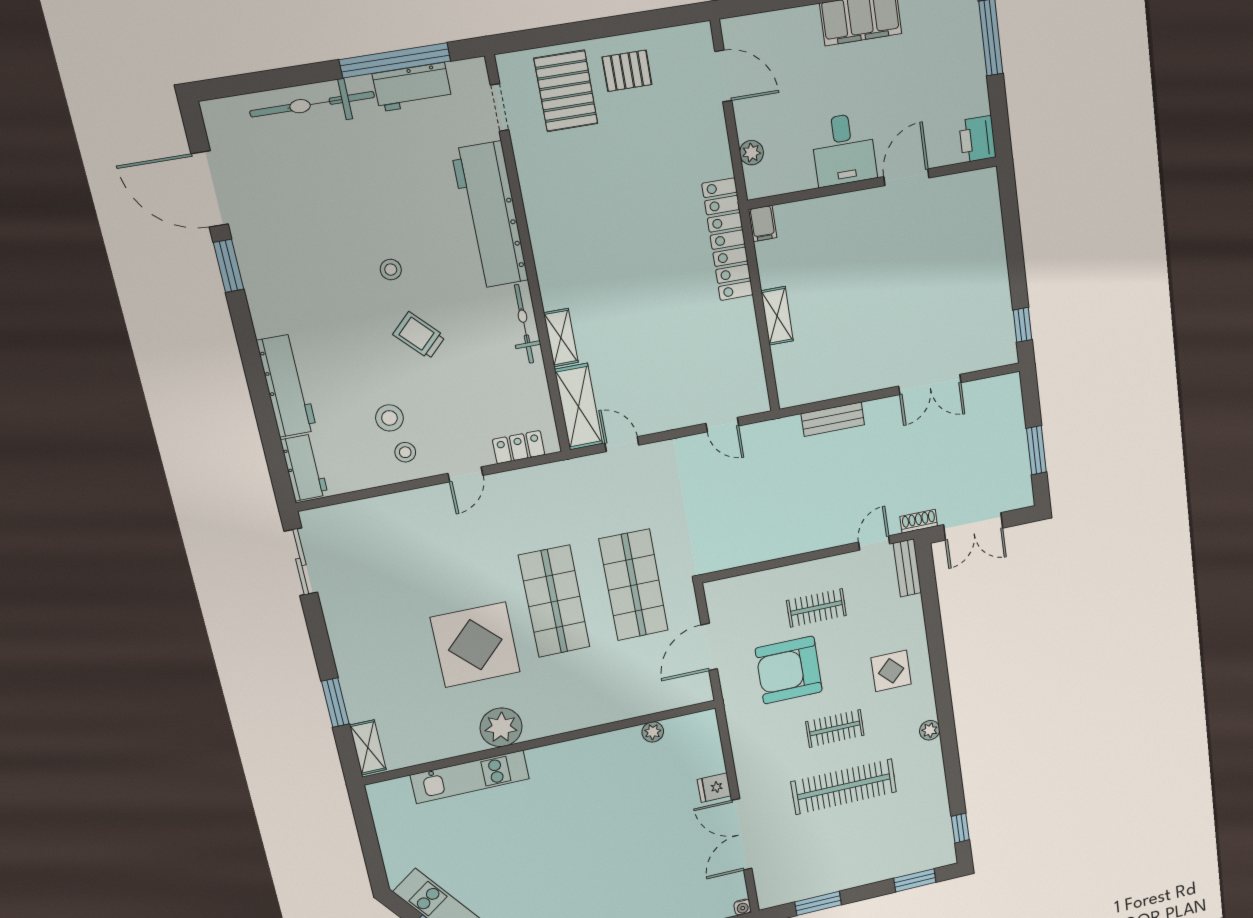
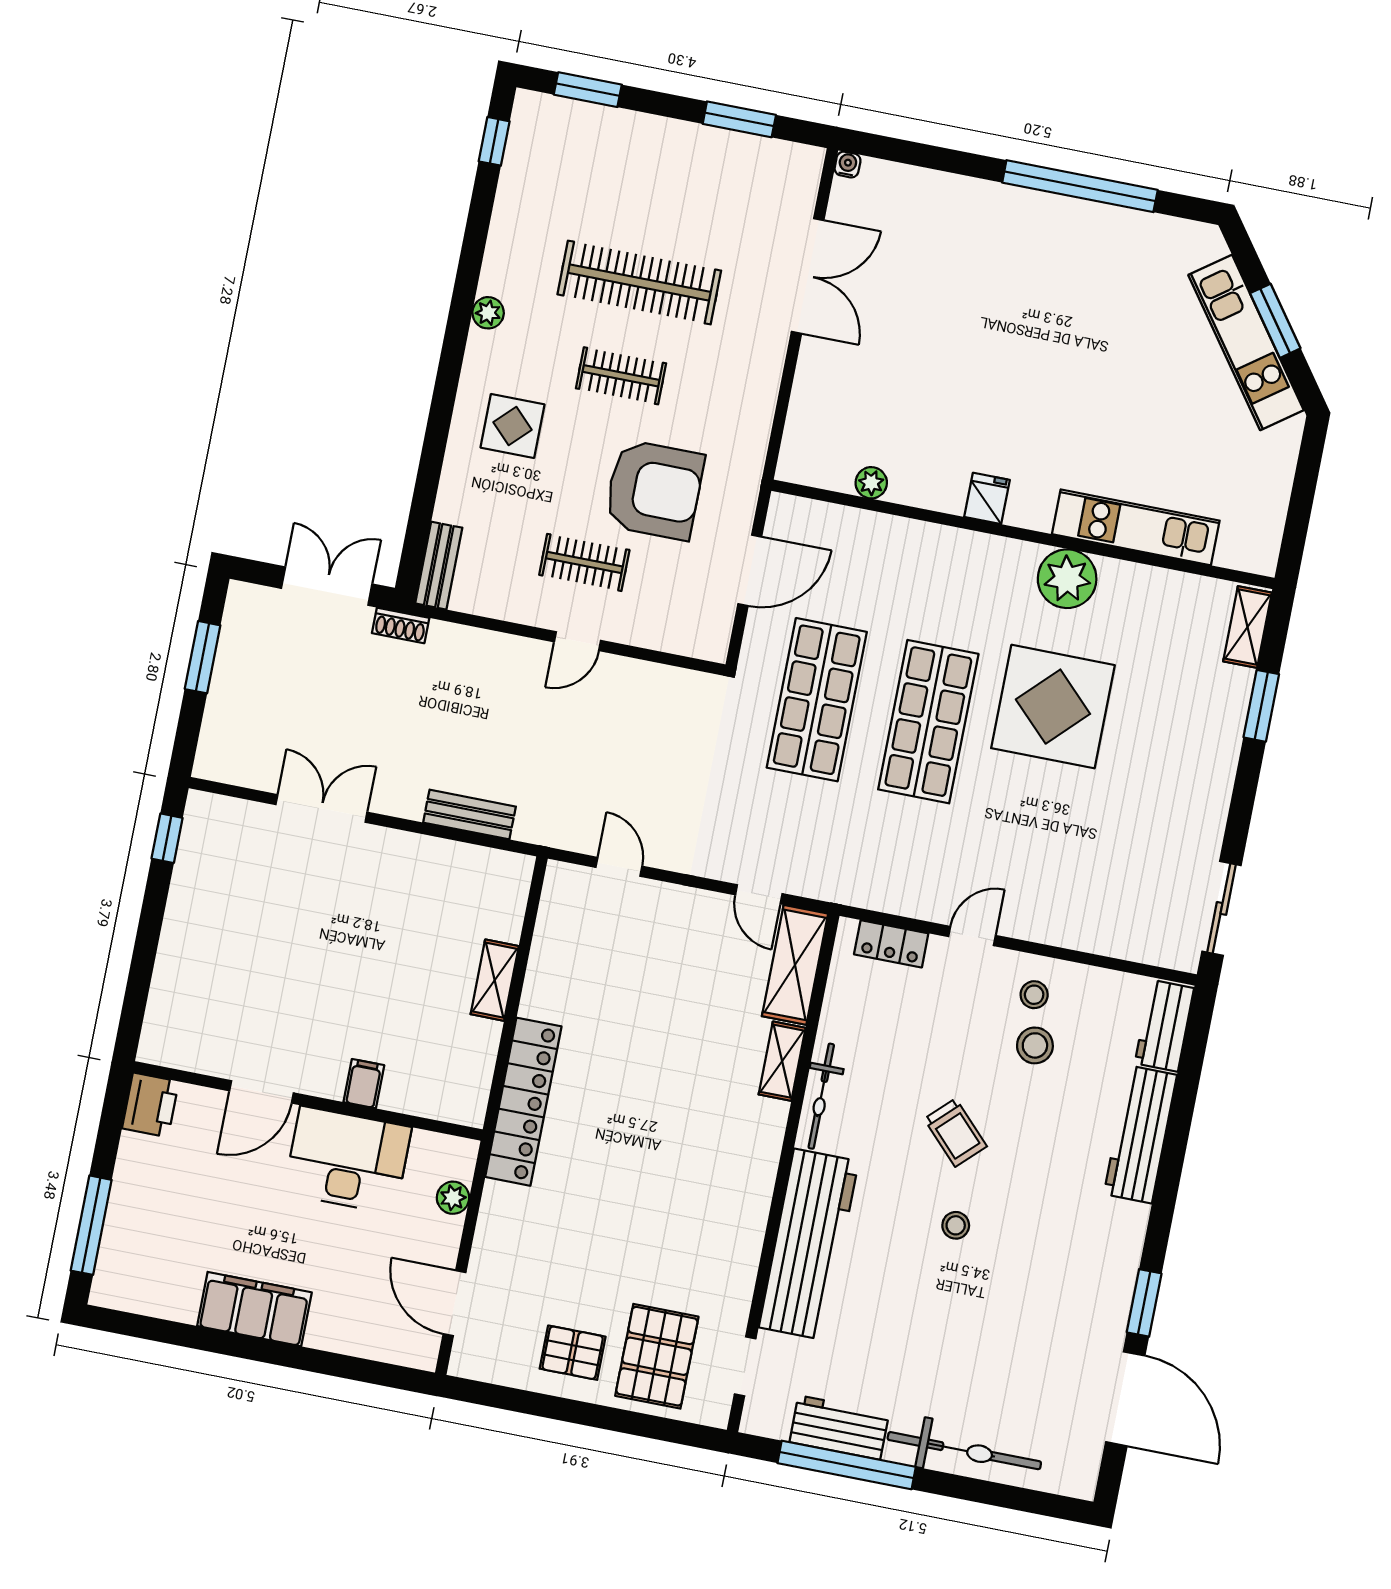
desk: (844, 150) -> (348, 1160), width x1.37
filing cabinet: (763, 224) -> (364, 1084), moved
door: (874, 543) -> (578, 641), moved
fridge: (714, 788) -> (987, 498), moved, turned -90

